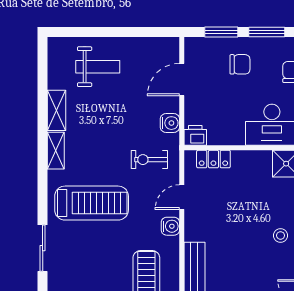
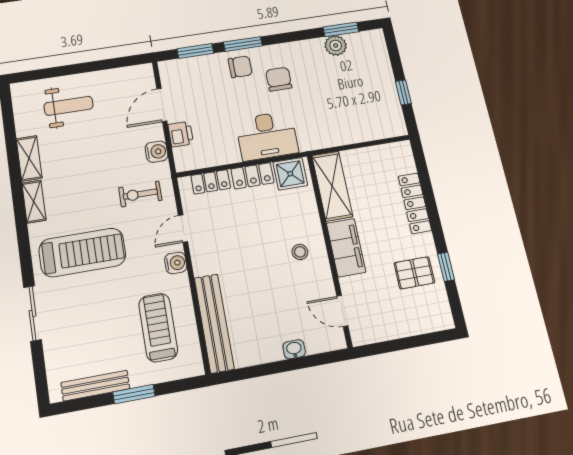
chair: (240, 64) -> (240, 67), moved
printer: (195, 135) -> (181, 134), moved, turned 90
locker: (252, 160) -> (253, 176), added

